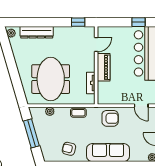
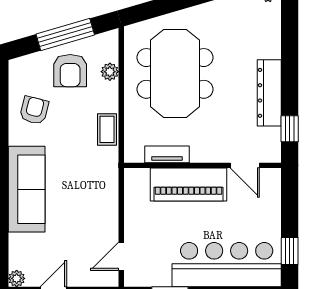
dresser: (37, 32) -> (269, 93), moved
piano: (104, 67) -> (189, 185), width x1.37, depth x1.33
meeting table: (51, 79) -> (175, 73), turned 90
armchair: (110, 118) -> (70, 71), moved

